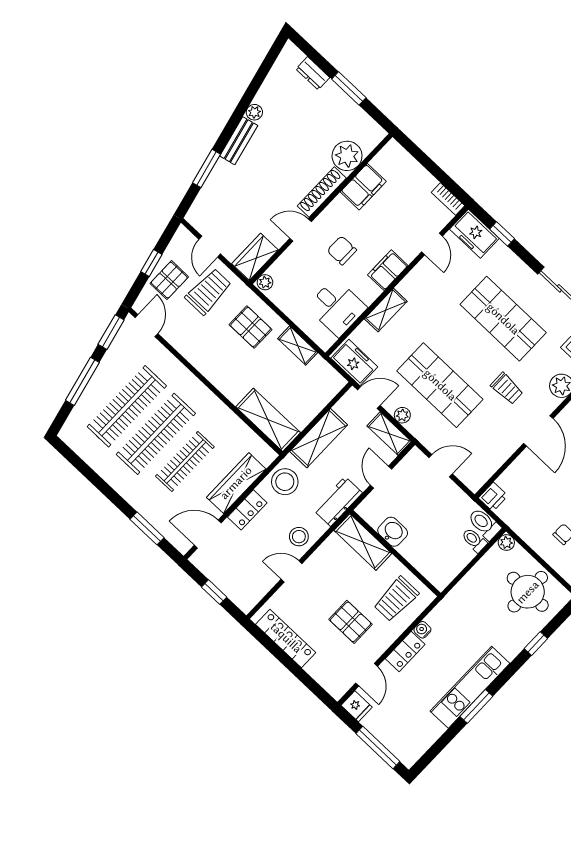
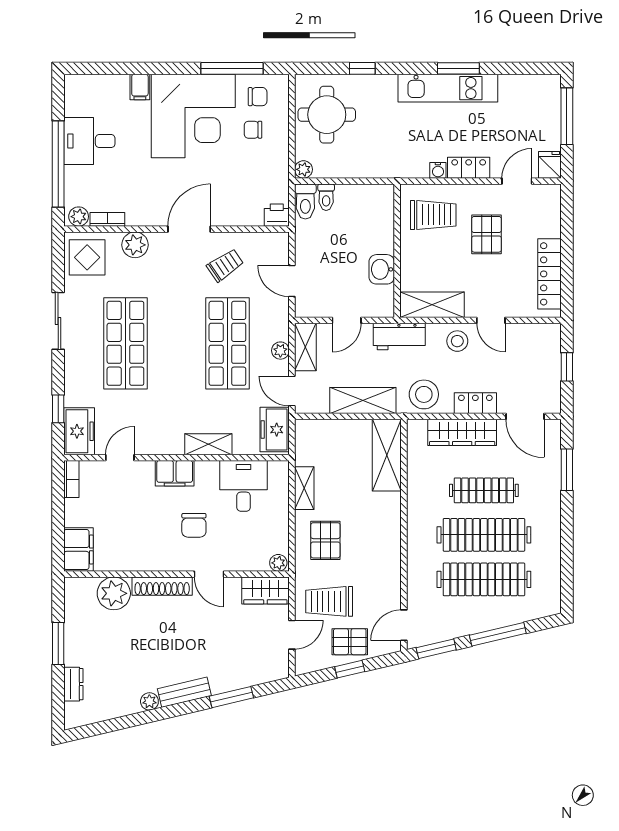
filing cabinet: (363, 187) -> (78, 549), moved, turned 90
trolley: (507, 388) -> (225, 265), moved, turned 56
shelving: (363, 542) -> (432, 305), moved, turned 90

